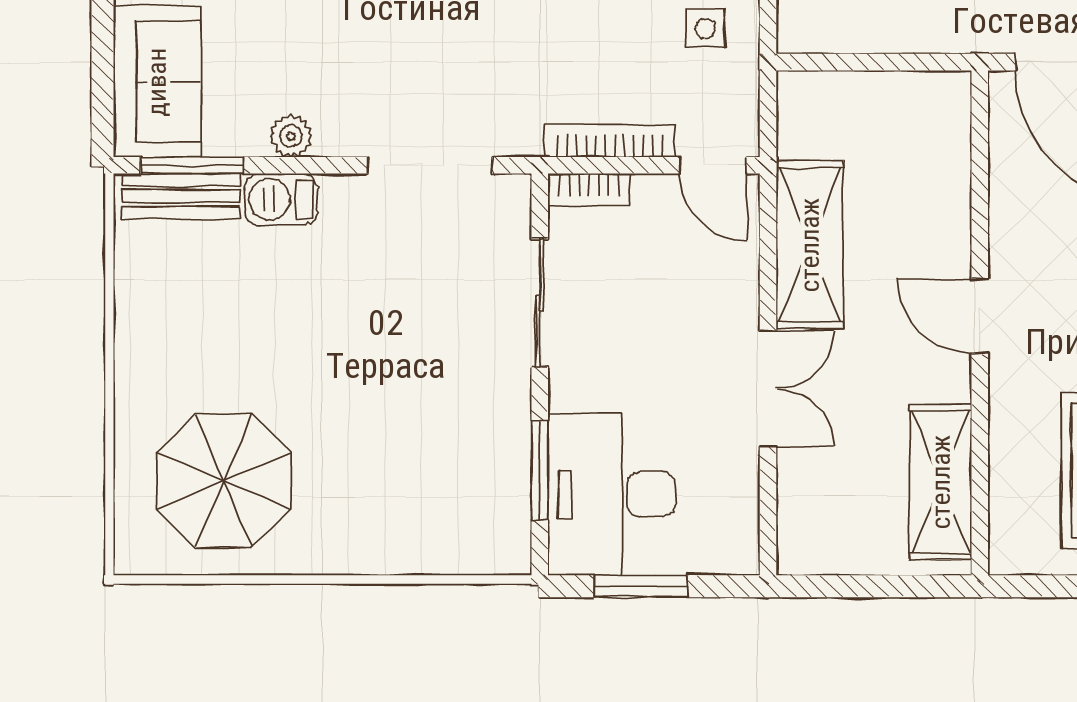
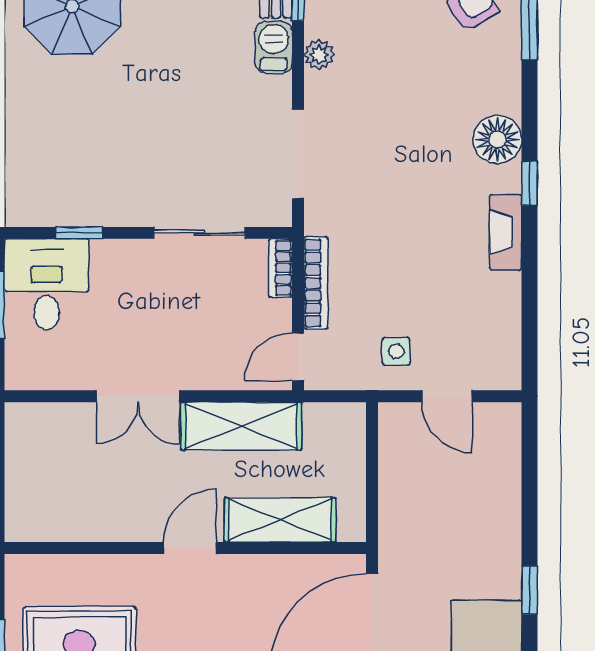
window: (540, 471) -> (79, 233), width x0.67
shelving: (941, 482) -> (280, 520), moved
desk: (612, 494) -> (47, 284), width x0.73

